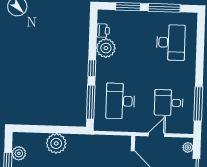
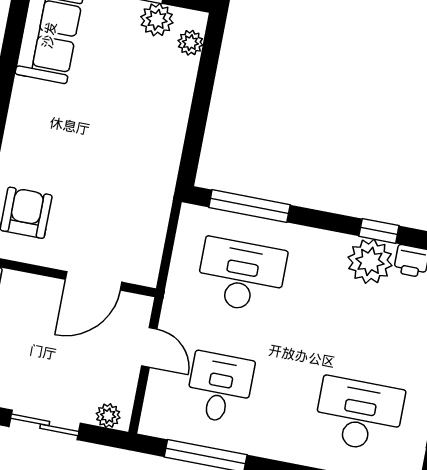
desk: (171, 42) -> (359, 415), turned 180
window: (92, 68) -> (379, 231), moved
plant: (56, 143) -> (190, 43), moved, width x0.53, depth x0.53

